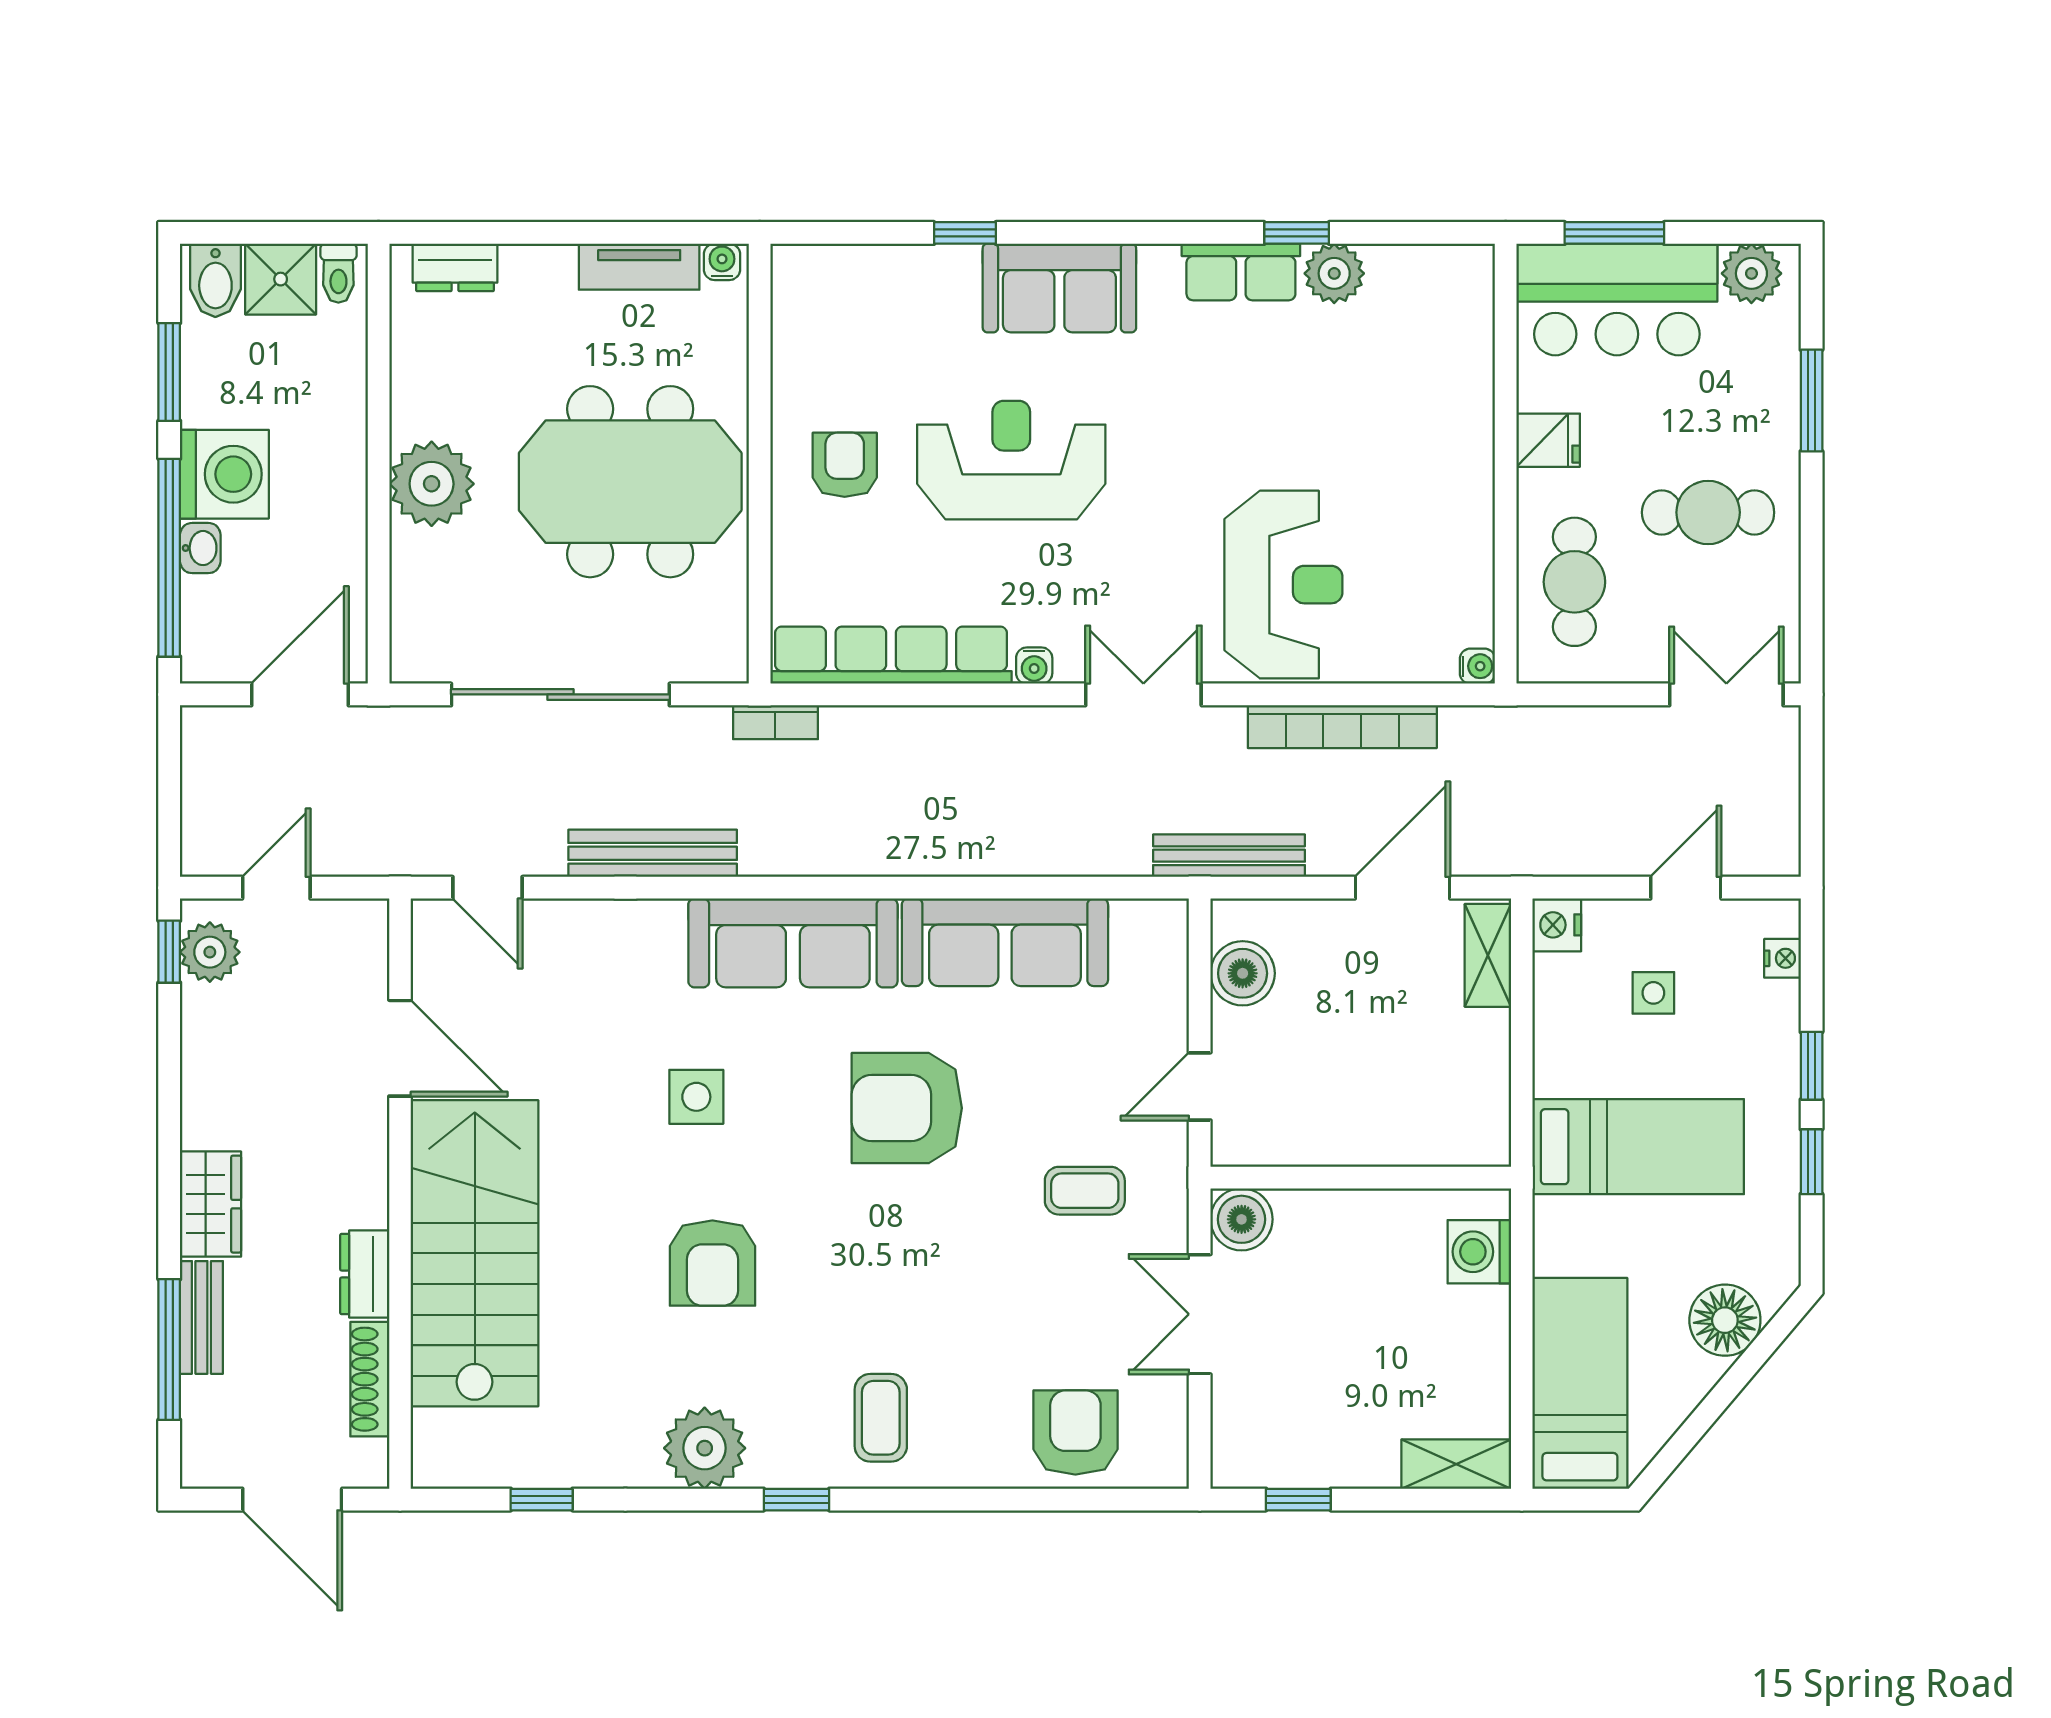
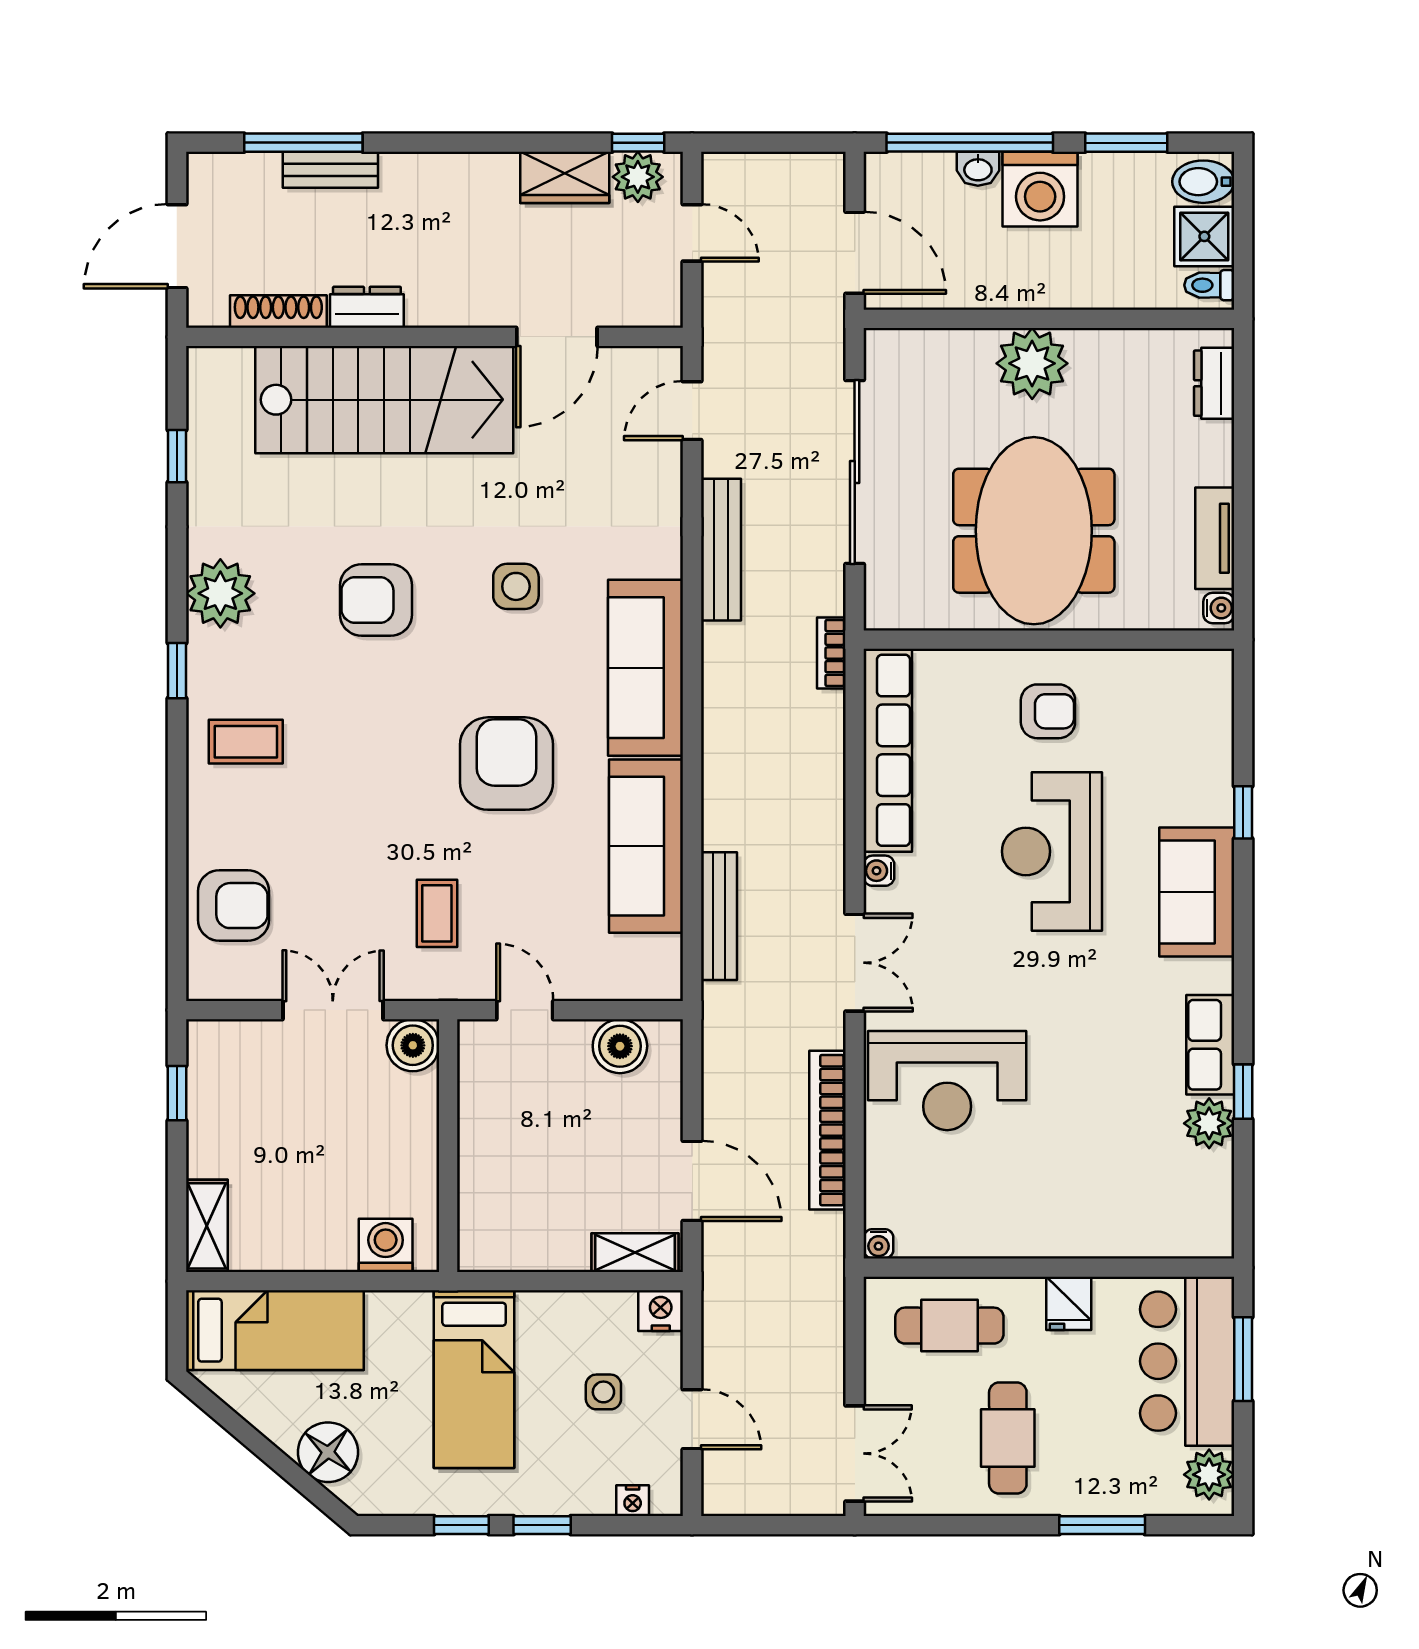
reception desk: (1011, 460) -> (1052, 851), turned 180
bench: (1229, 856) -> (719, 916), moved
wardrobe: (210, 1204) -> (565, 177), moved

